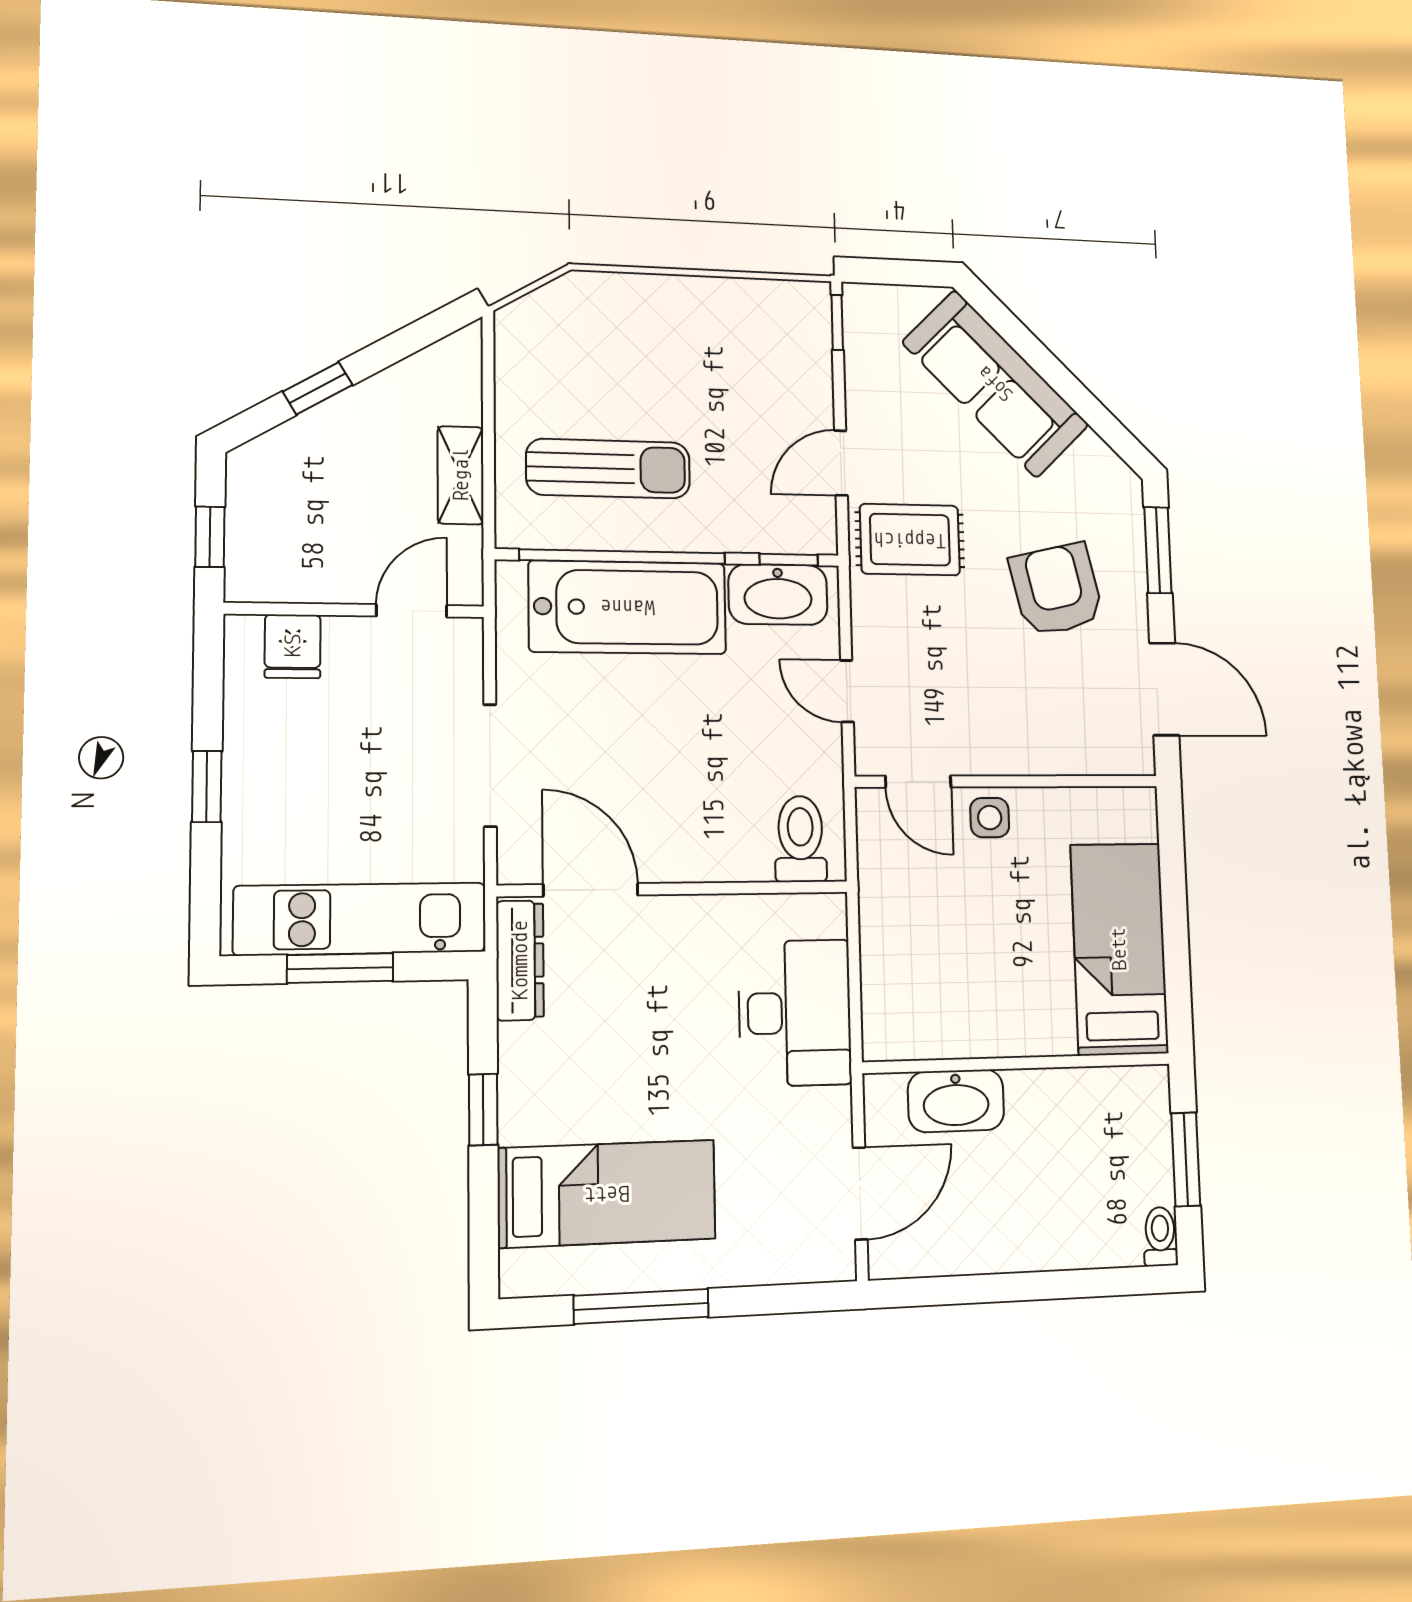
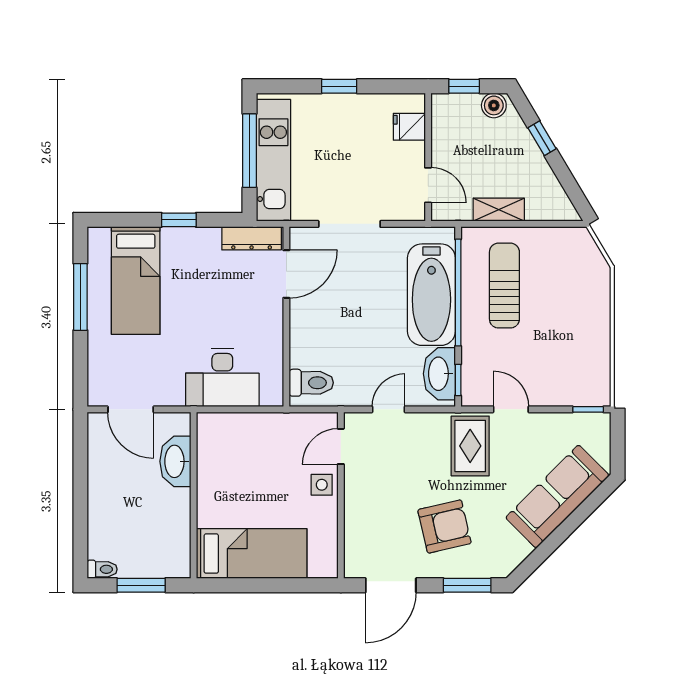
sun lounger: (608, 469) -> (504, 286), turned 180
boiler: (250, 479) -> (494, 105), added
window: (340, 968) -> (249, 151), width x1.44

